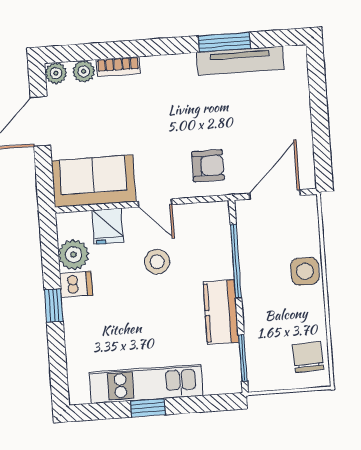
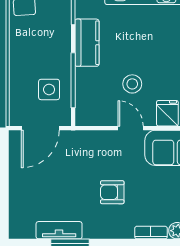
tv unit: (240, 61) -> (59, 230), width x0.71
armchair: (208, 166) -> (112, 192), moved
side table: (305, 271) -> (49, 89), moved

